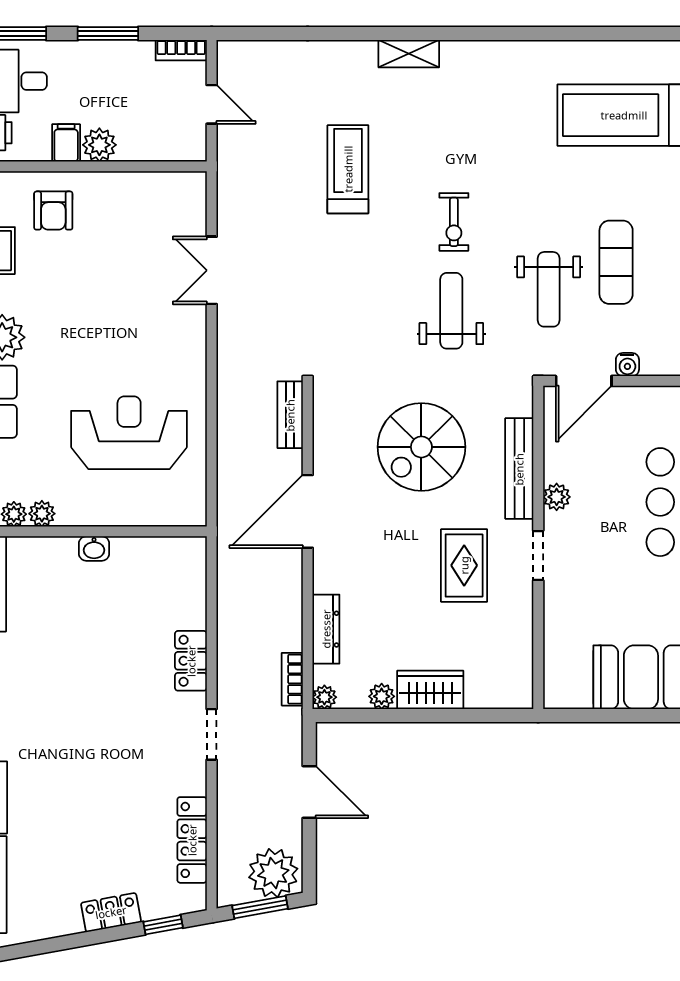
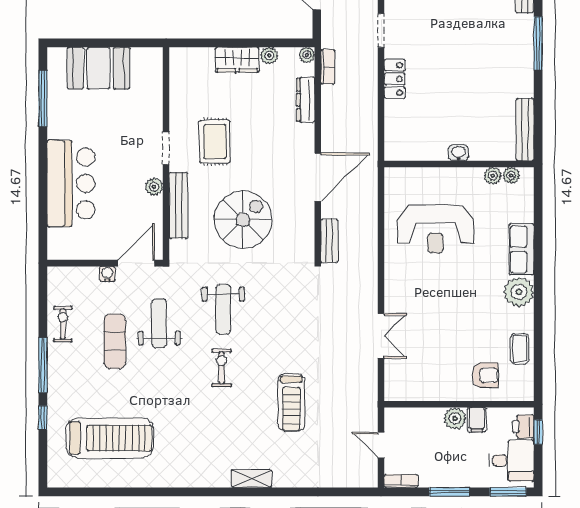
armchair: (53, 211) -> (485, 375), turned 90

